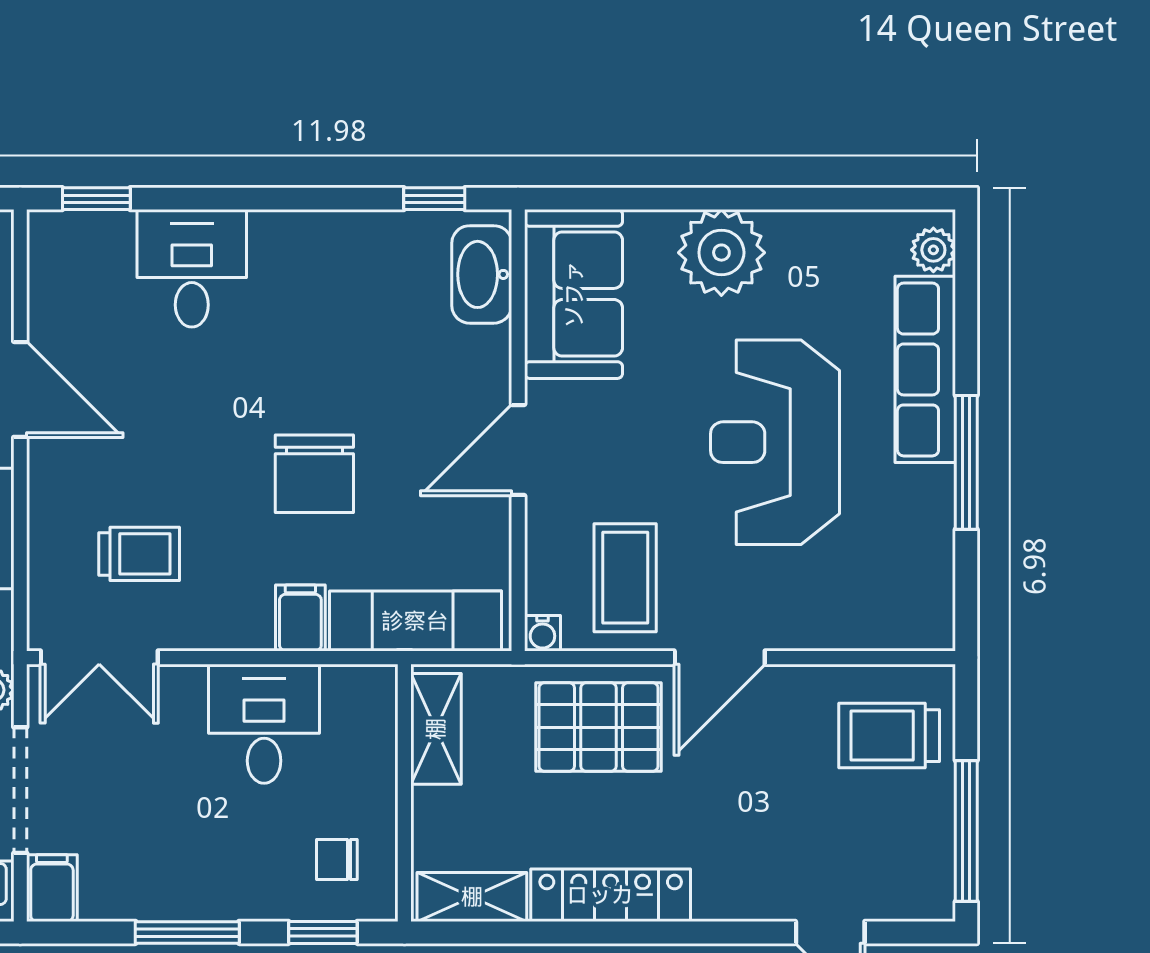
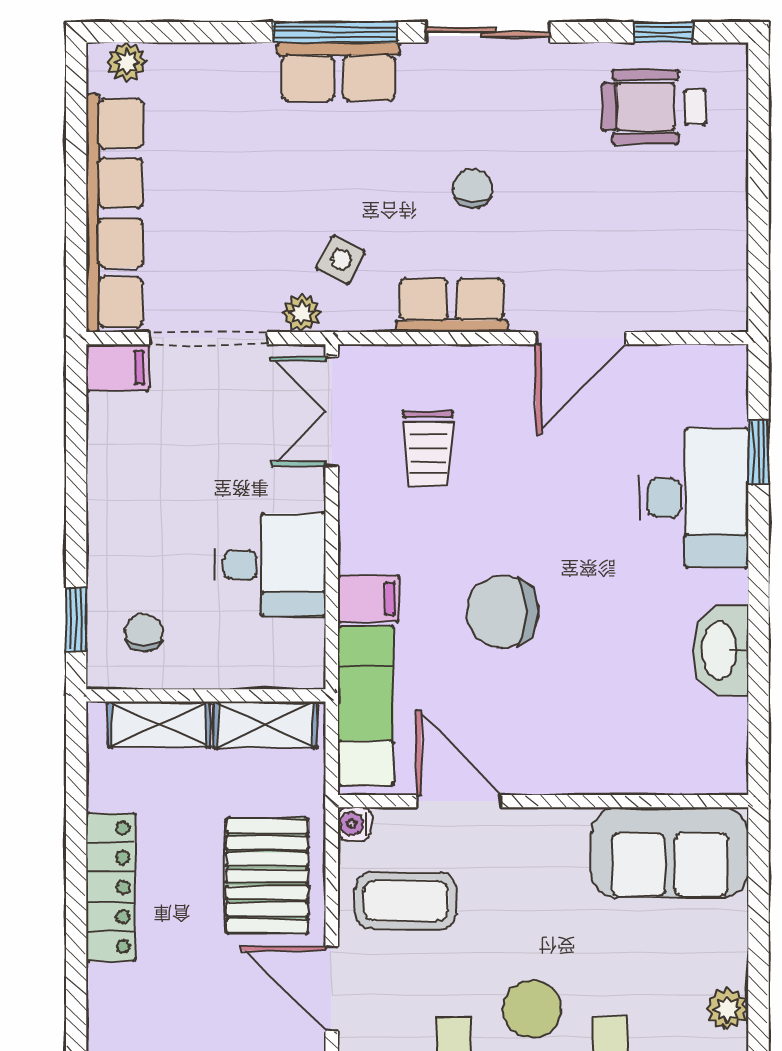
window: (96, 199) -> (758, 452), moved
window: (434, 199) -> (758, 723), removed
plant: (721, 253) -> (727, 1009), width x0.53, depth x0.53
desk: (192, 268) -> (694, 498), width x1.37
washbasin: (482, 274) -> (721, 651), moved, turned -90
door: (518, 450) -> (459, 801), moved
shelving: (472, 897) -> (159, 724), moved, turned 90
window: (187, 932) -> (76, 493), removed

